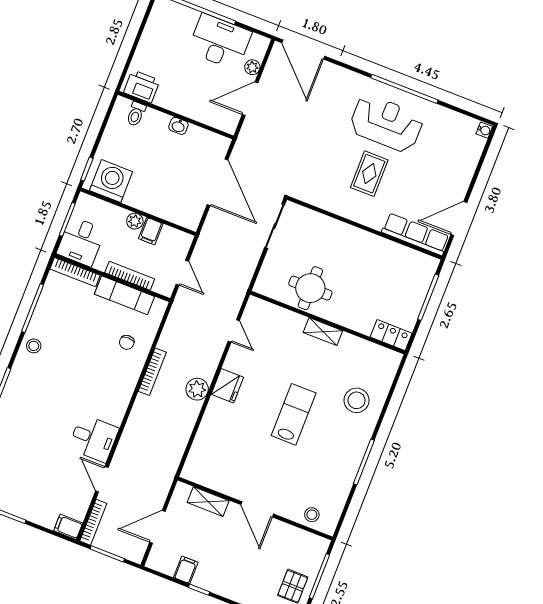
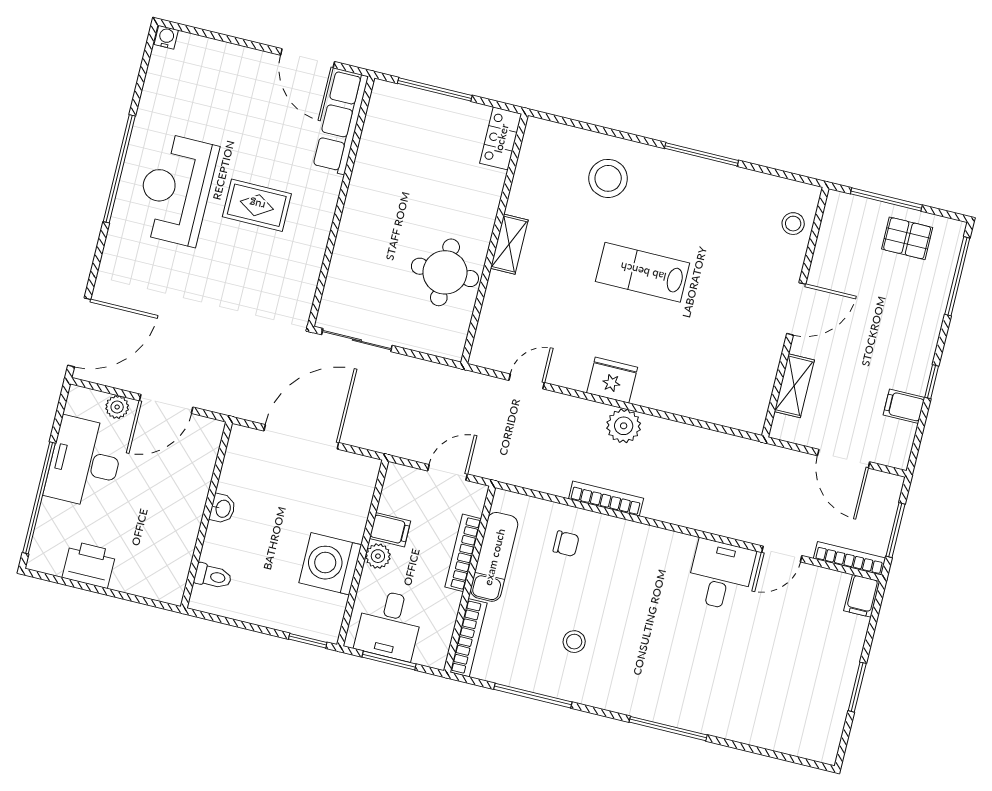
printer: (142, 86) -> (89, 565), moved, turned 90
door: (250, 99) -> (166, 404), hinge flipped
washing machine: (111, 181) -> (330, 564), moved
desk: (81, 242) -> (389, 625), moved, turned 90
stool: (34, 346) -> (574, 642), moved

